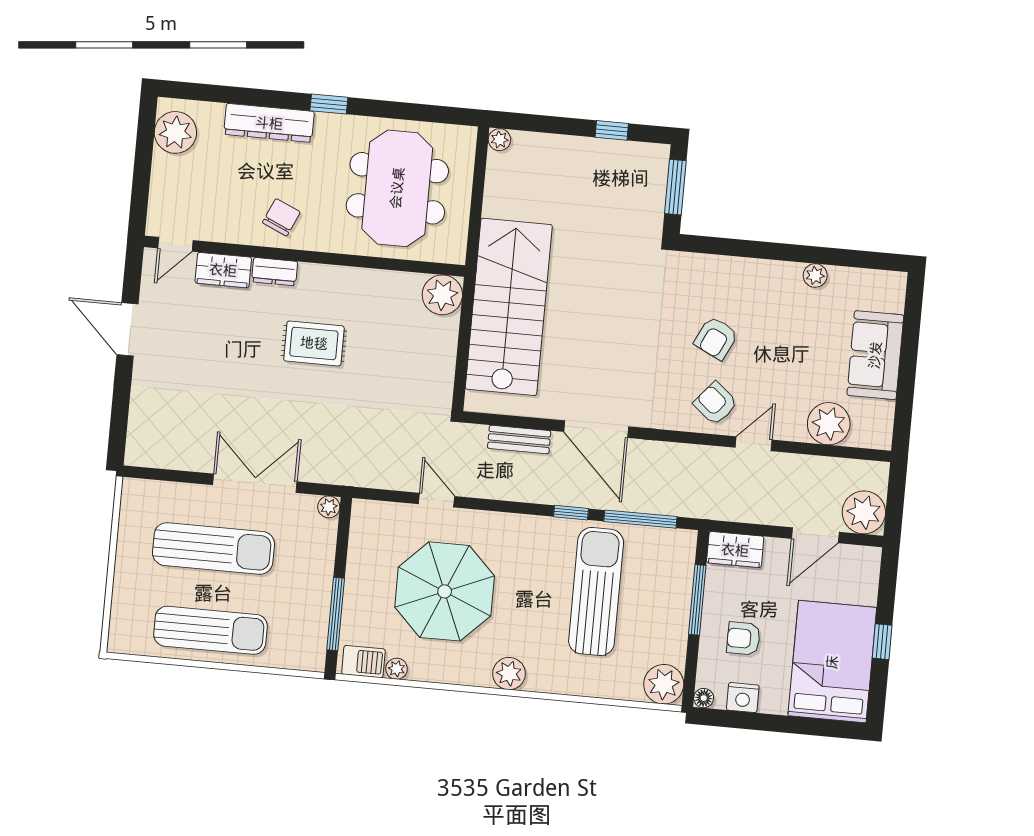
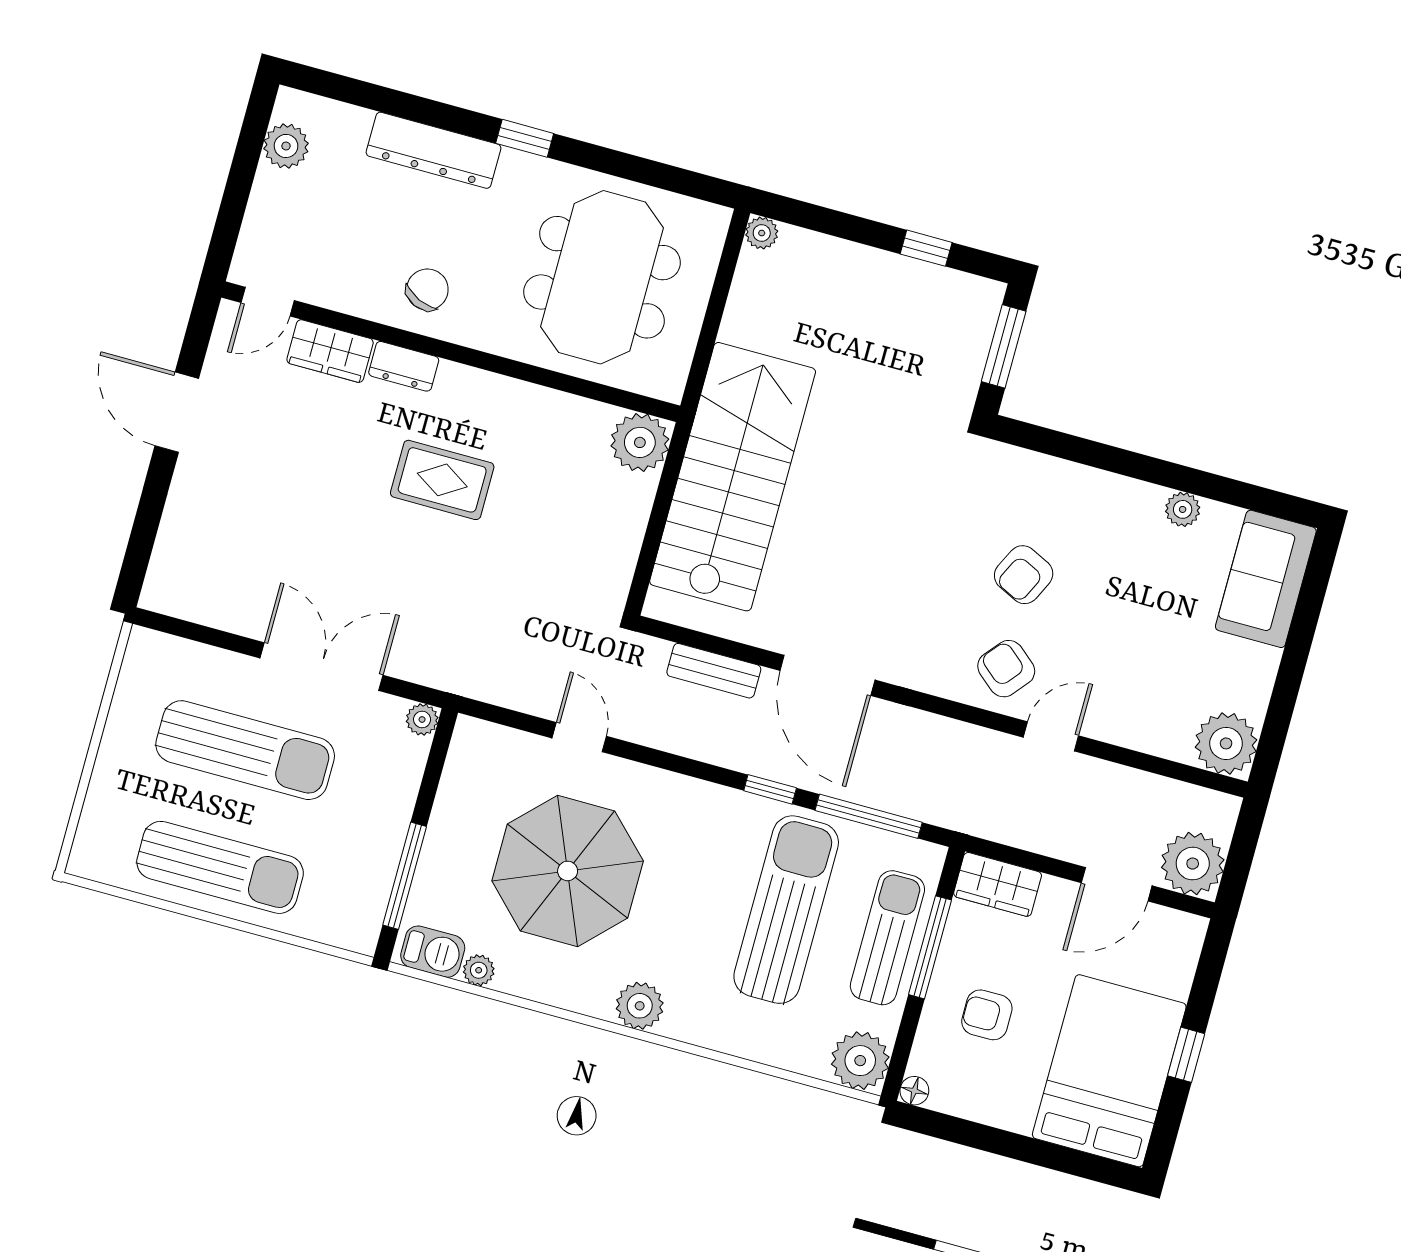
plant: (175, 132) -> (286, 146), width x0.73, depth x0.73
sofa: (875, 355) -> (1266, 579), moved
plant: (829, 424) -> (1226, 743), moved
sun lounger: (667, 598) -> (887, 938), added
nightstand: (743, 698) -> (971, 1100), removed

